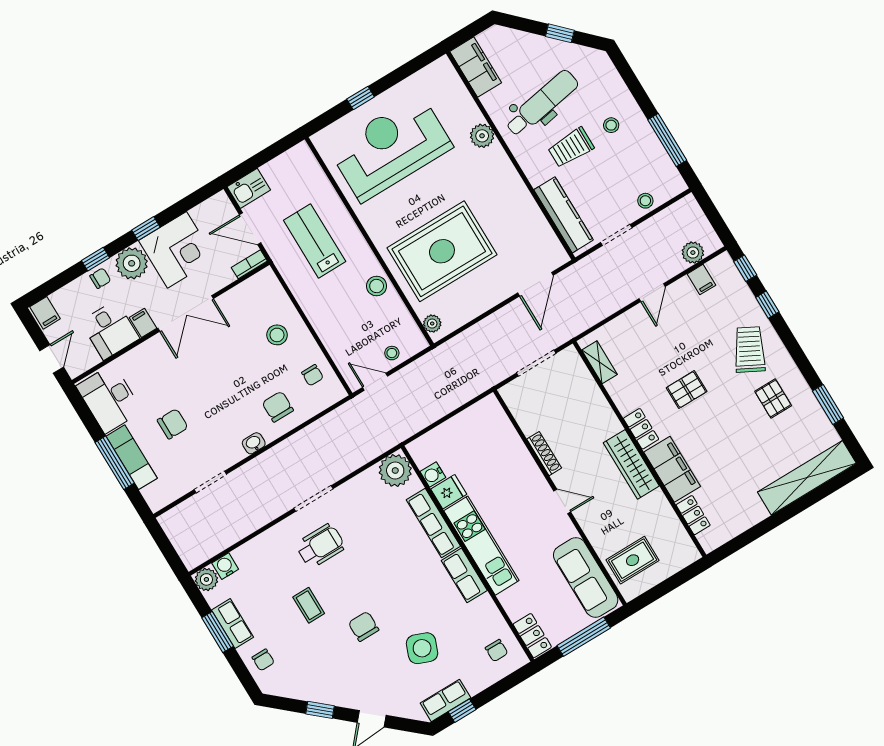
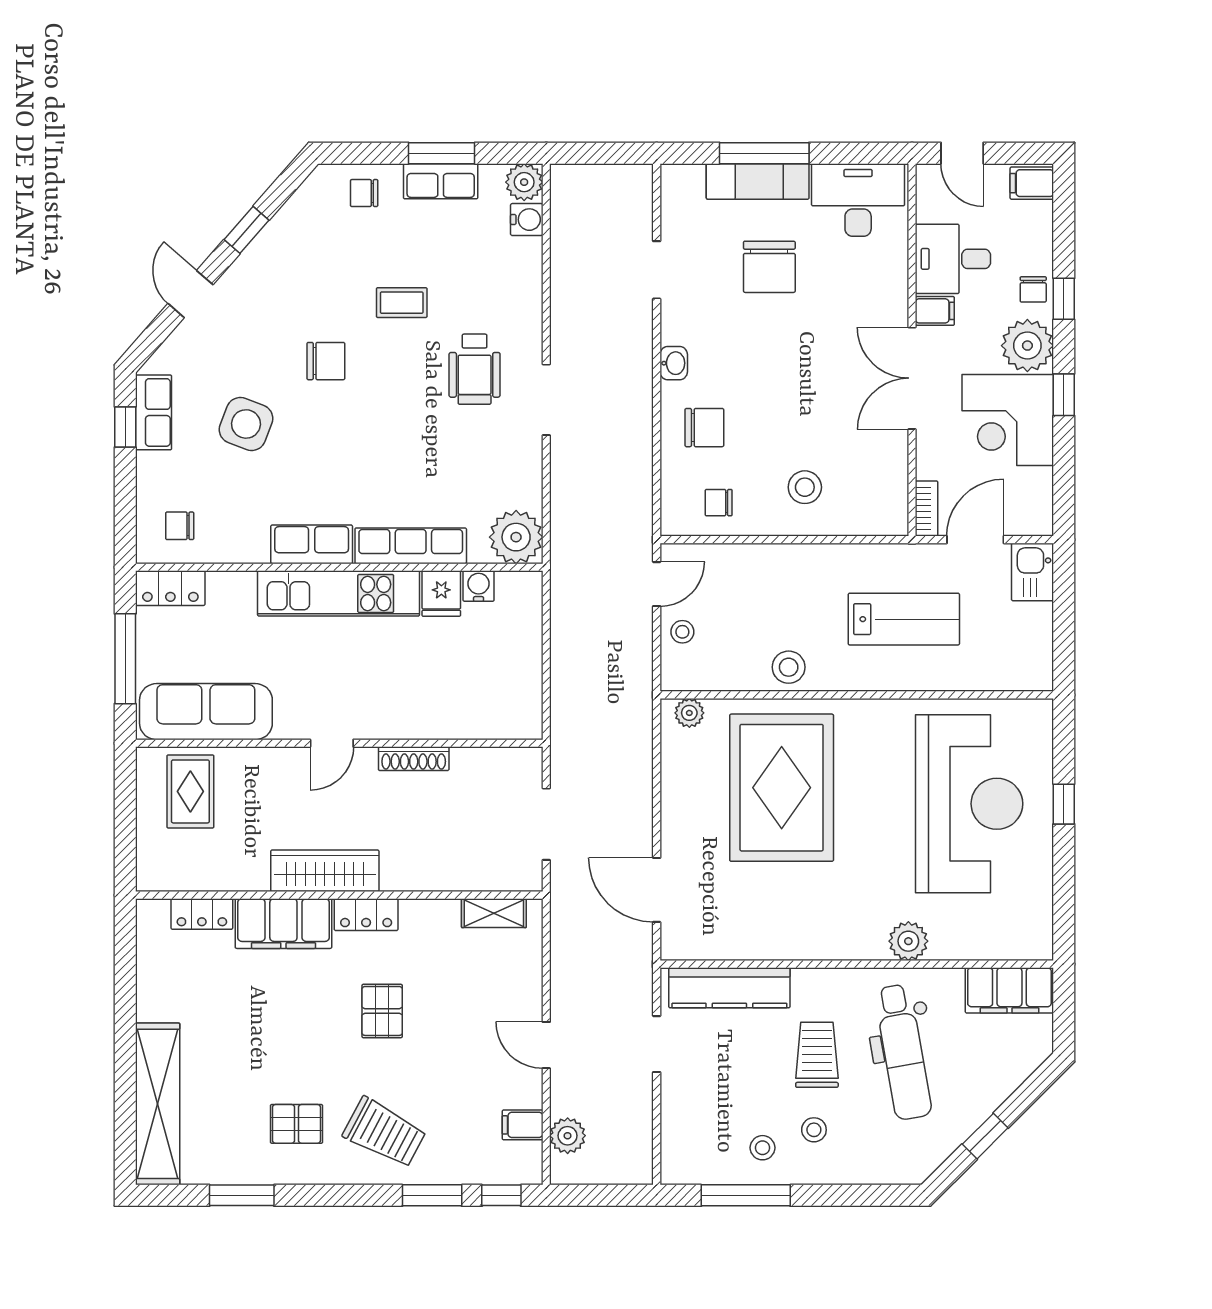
stool: (645, 201) -> (762, 1148), moved
window: (767, 305) -> (432, 1195), width x1.50
chair: (173, 424) -> (769, 267), width x1.37, depth x1.37

